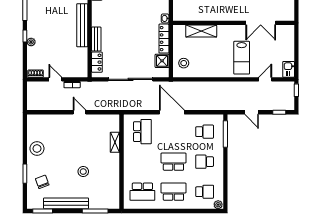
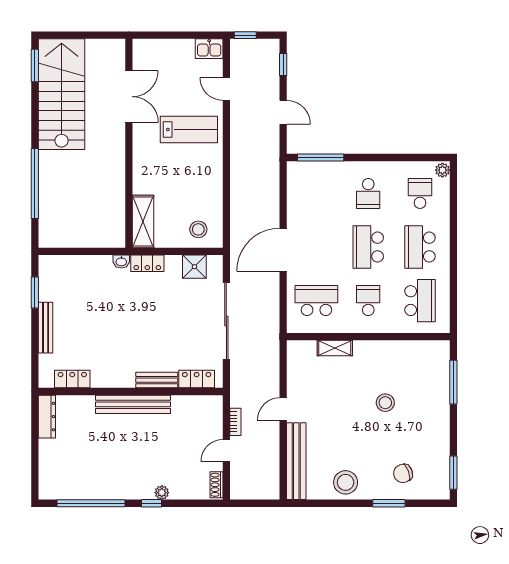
shelving: (201, 31) -> (143, 221), moved
locker: (164, 39) -> (147, 263), width x0.66
door: (252, 112) -> (283, 112), hinge flipped
school desk: (205, 132) -> (368, 301), moved
bench: (66, 203) -> (296, 461), moved

